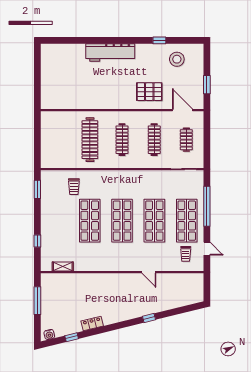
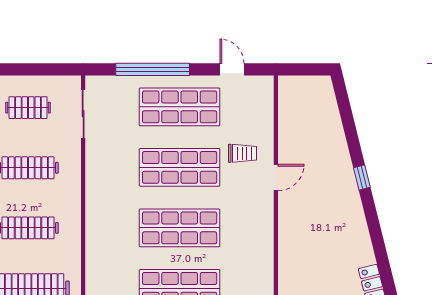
door: (207, 249) -> (232, 69), hinge flipped
trolley: (186, 254) -> (243, 153), moved

